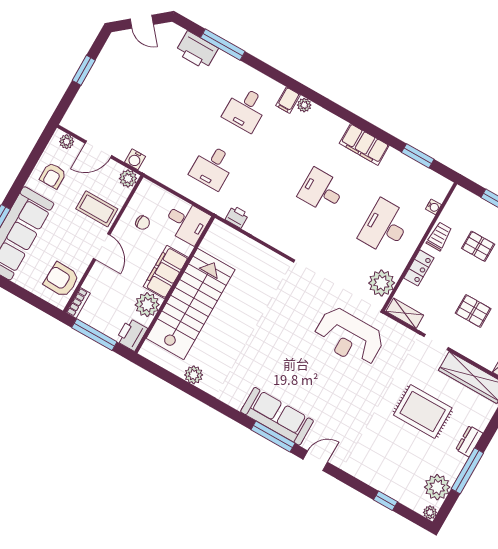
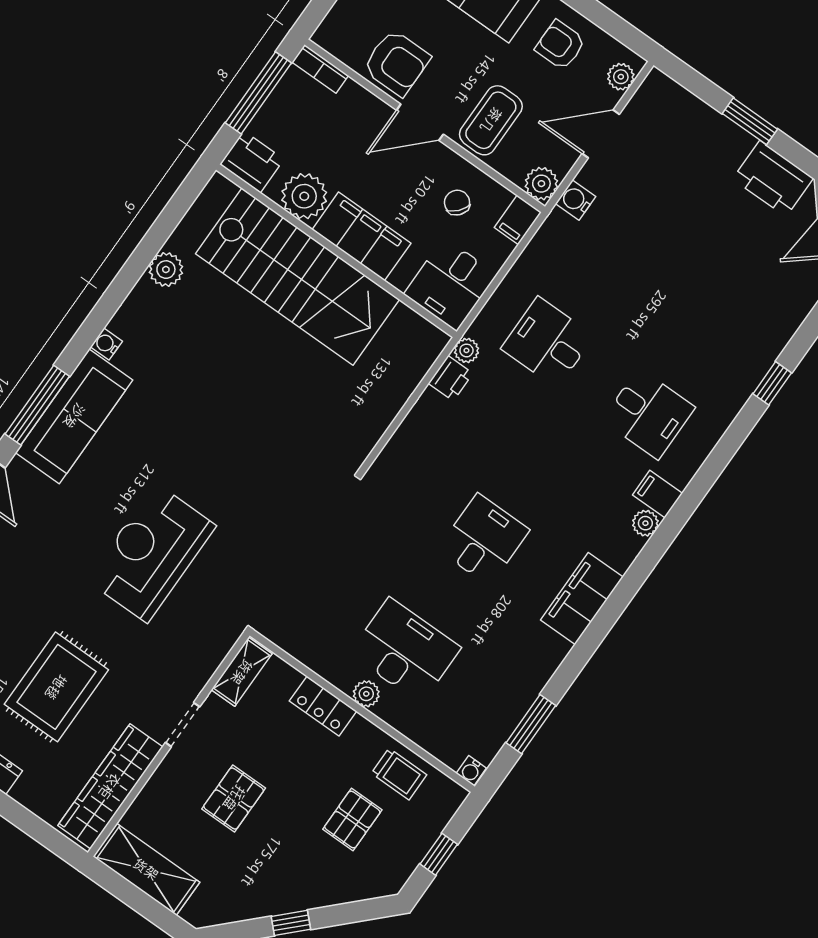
window: (223, 45) -> (772, 383), width x0.46
printer: (197, 50) -> (773, 179), moved, turned -90
desk: (245, 109) -> (649, 414), turned 180
filing cabinet: (364, 144) -> (582, 598), moved
door: (98, 149) -> (601, 134), hinge flipped
filing cabinet: (149, 189) -> (518, 220), added
water cooler: (433, 207) -> (471, 771), moved
plant: (221, 210) -> (466, 350), added
chair: (143, 223) -> (457, 203), turned 131
trolley: (439, 236) -> (399, 774), moved
armchair: (61, 280) -> (397, 63), moved, turned 88
plant: (382, 283) -> (366, 694), moved, width x0.53, depth x0.53
reception desk: (349, 337) -> (151, 553), moved
water cooler: (237, 403) -> (106, 344), added

